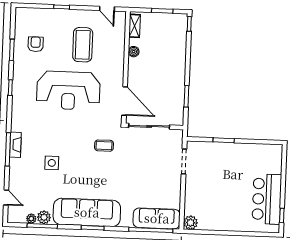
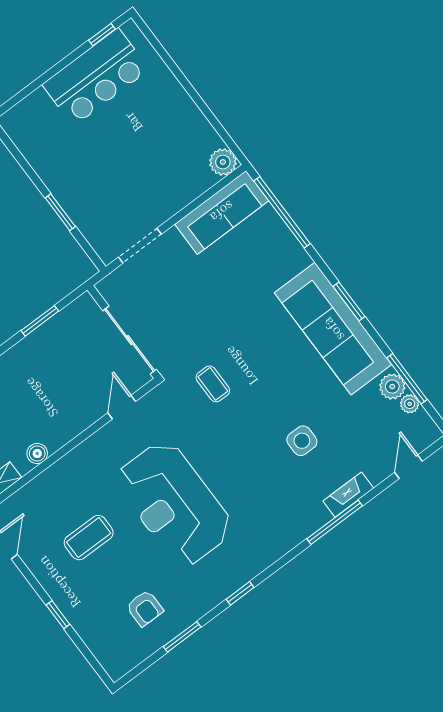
armchair: (36, 44) -> (145, 608), turned -90
coffee table: (83, 45) -> (89, 538), width x0.73, depth x0.76
reception desk: (68, 91) -> (174, 504), turned 180
door: (125, 101) -> (122, 407), width x0.53
fireplace: (15, 145) -> (348, 495), moved
sofa: (157, 218) -> (222, 212), moved, turned -90

